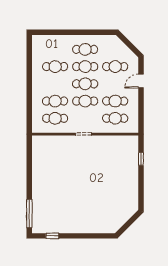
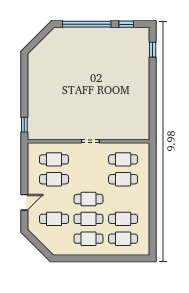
cafe table: (85, 101) -> (123, 239), moved
window: (141, 159) -> (24, 125), moved
window: (29, 214) -> (153, 50), width x0.46
window: (87, 236) -> (87, 24), added

